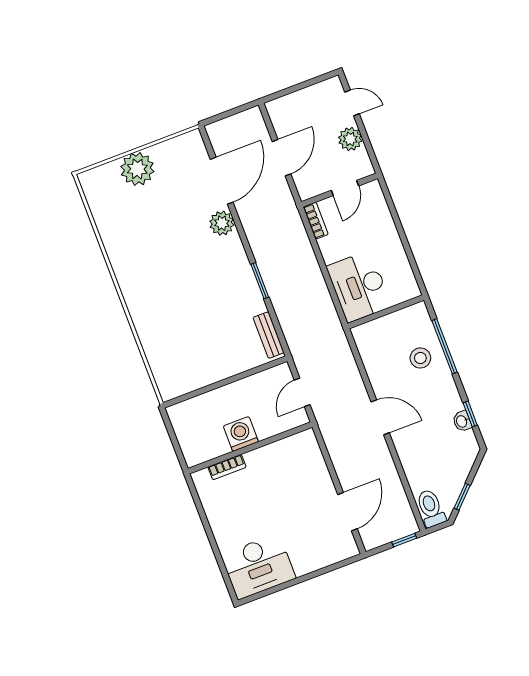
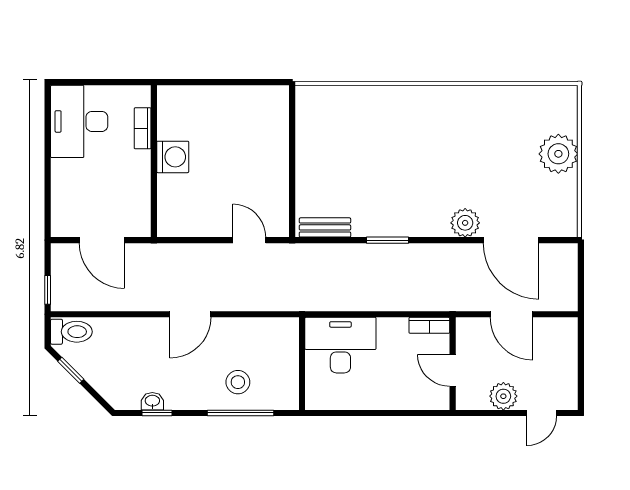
washing machine: (241, 434) -> (173, 157), moved
wall: (250, 448) -> (154, 161), moved
bookcase: (227, 467) -> (143, 128), moved

